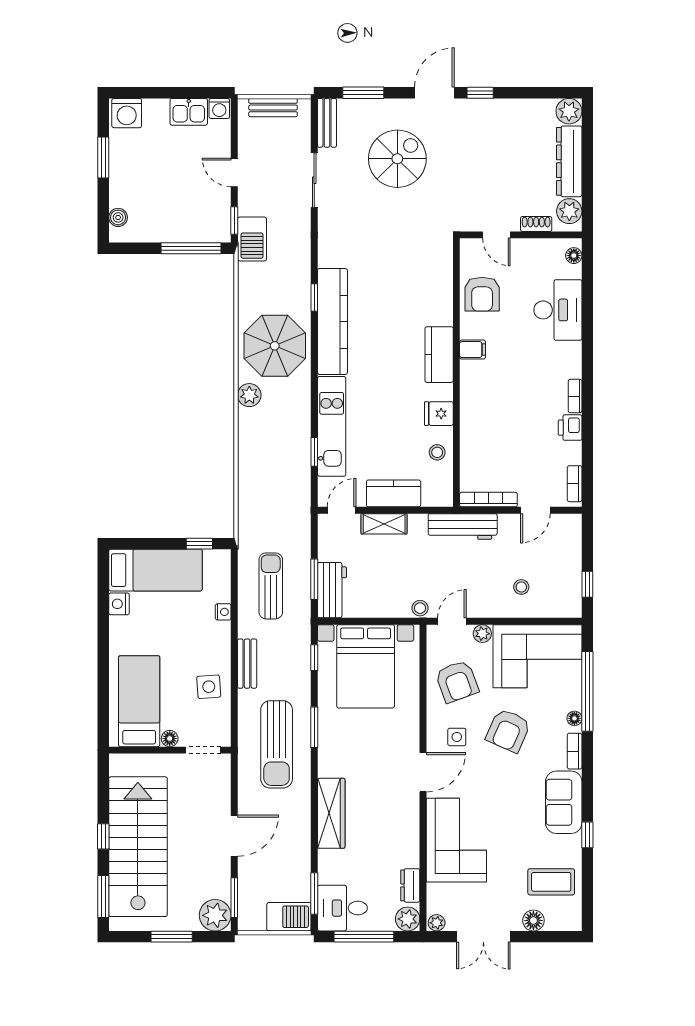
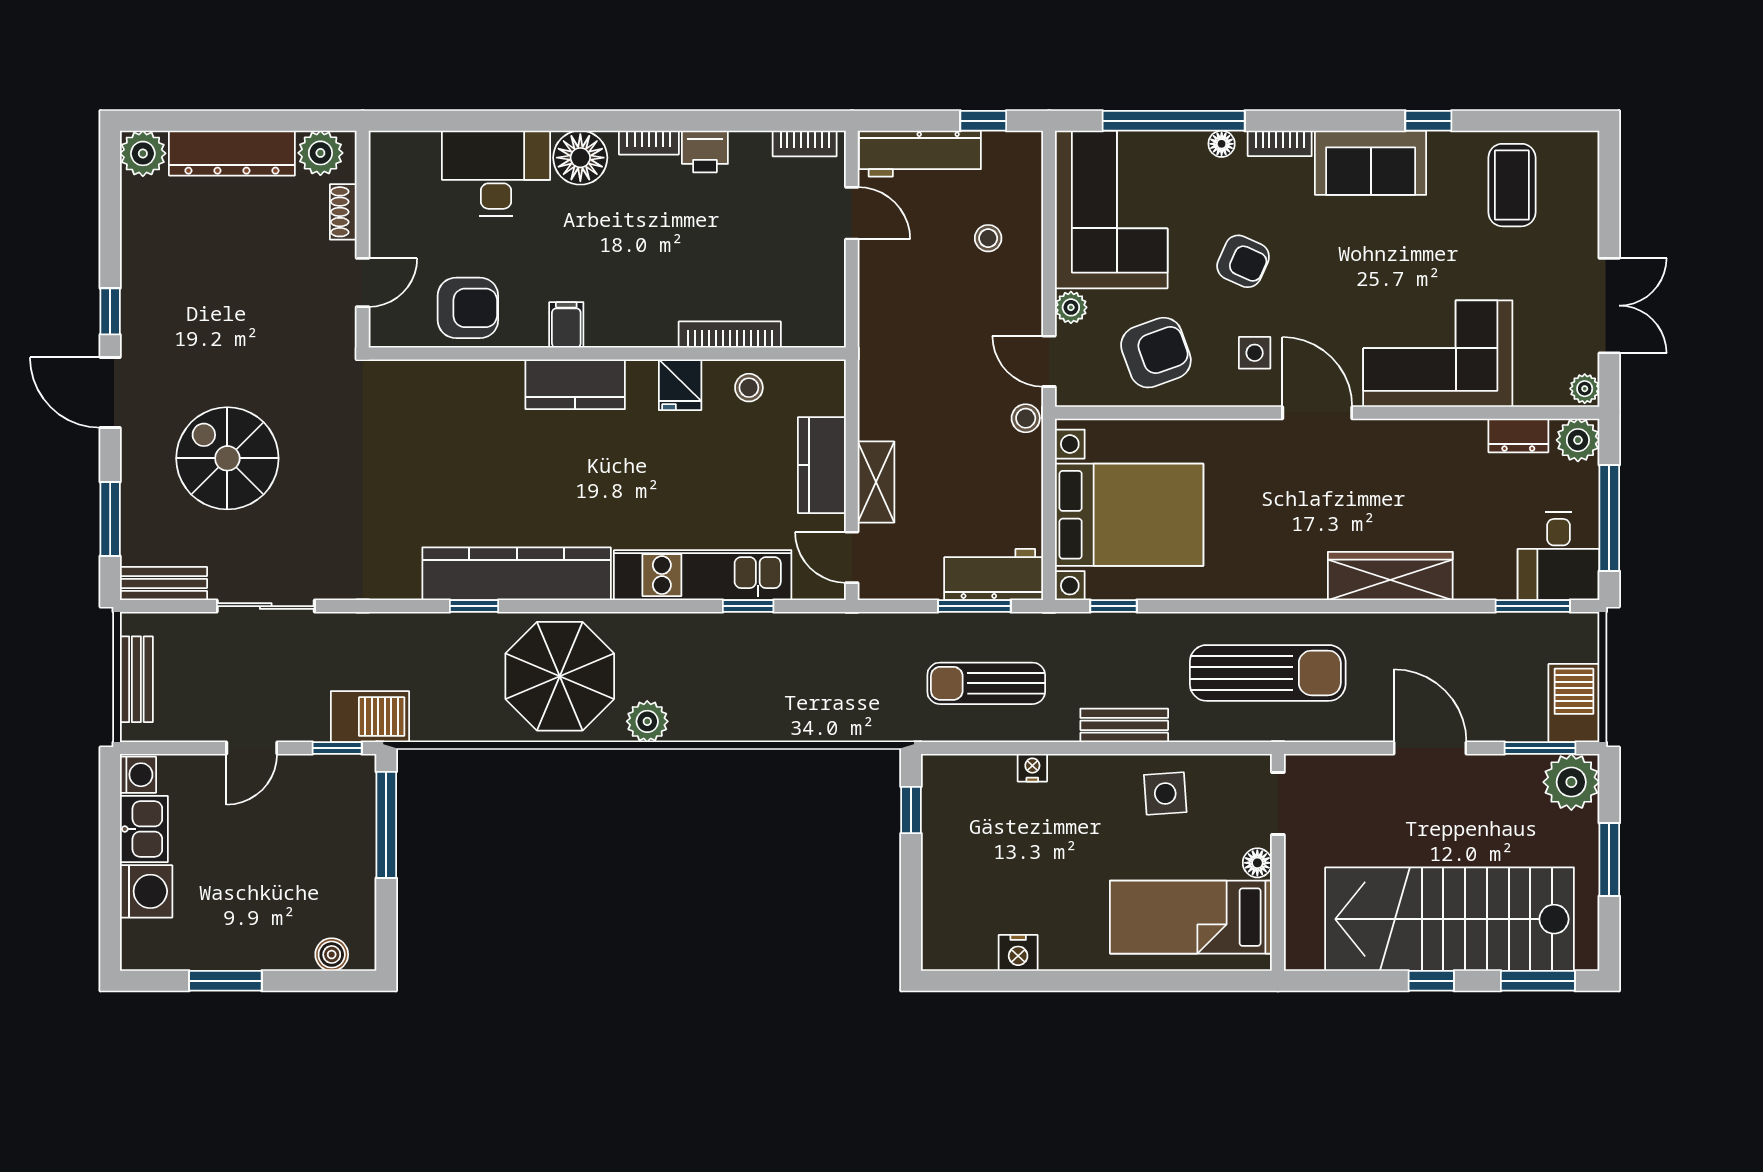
washing machine: (127, 113) -> (146, 891), moved
floor lamp: (574, 256) -> (580, 158), moved, width x1.89, depth x1.89
bookcase: (488, 500) -> (730, 335), moved, turned 90
workbench: (463, 526) -> (920, 154), moved, turned 90
bed: (155, 570) -> (958, 888), removed
window: (314, 727) -> (1237, 606), removed
armchair: (508, 730) -> (1243, 261), width x0.72, depth x0.72
barbecue: (289, 917) -> (1574, 703), moved
floor lamp: (533, 920) -> (1581, 217), removed

